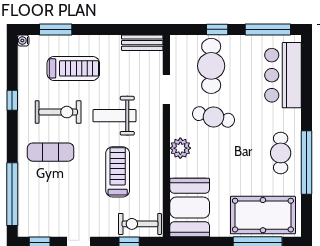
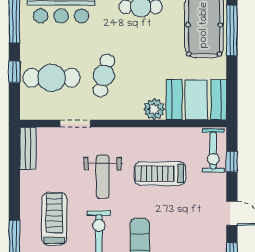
plant: (180, 148) -> (154, 109), moved

